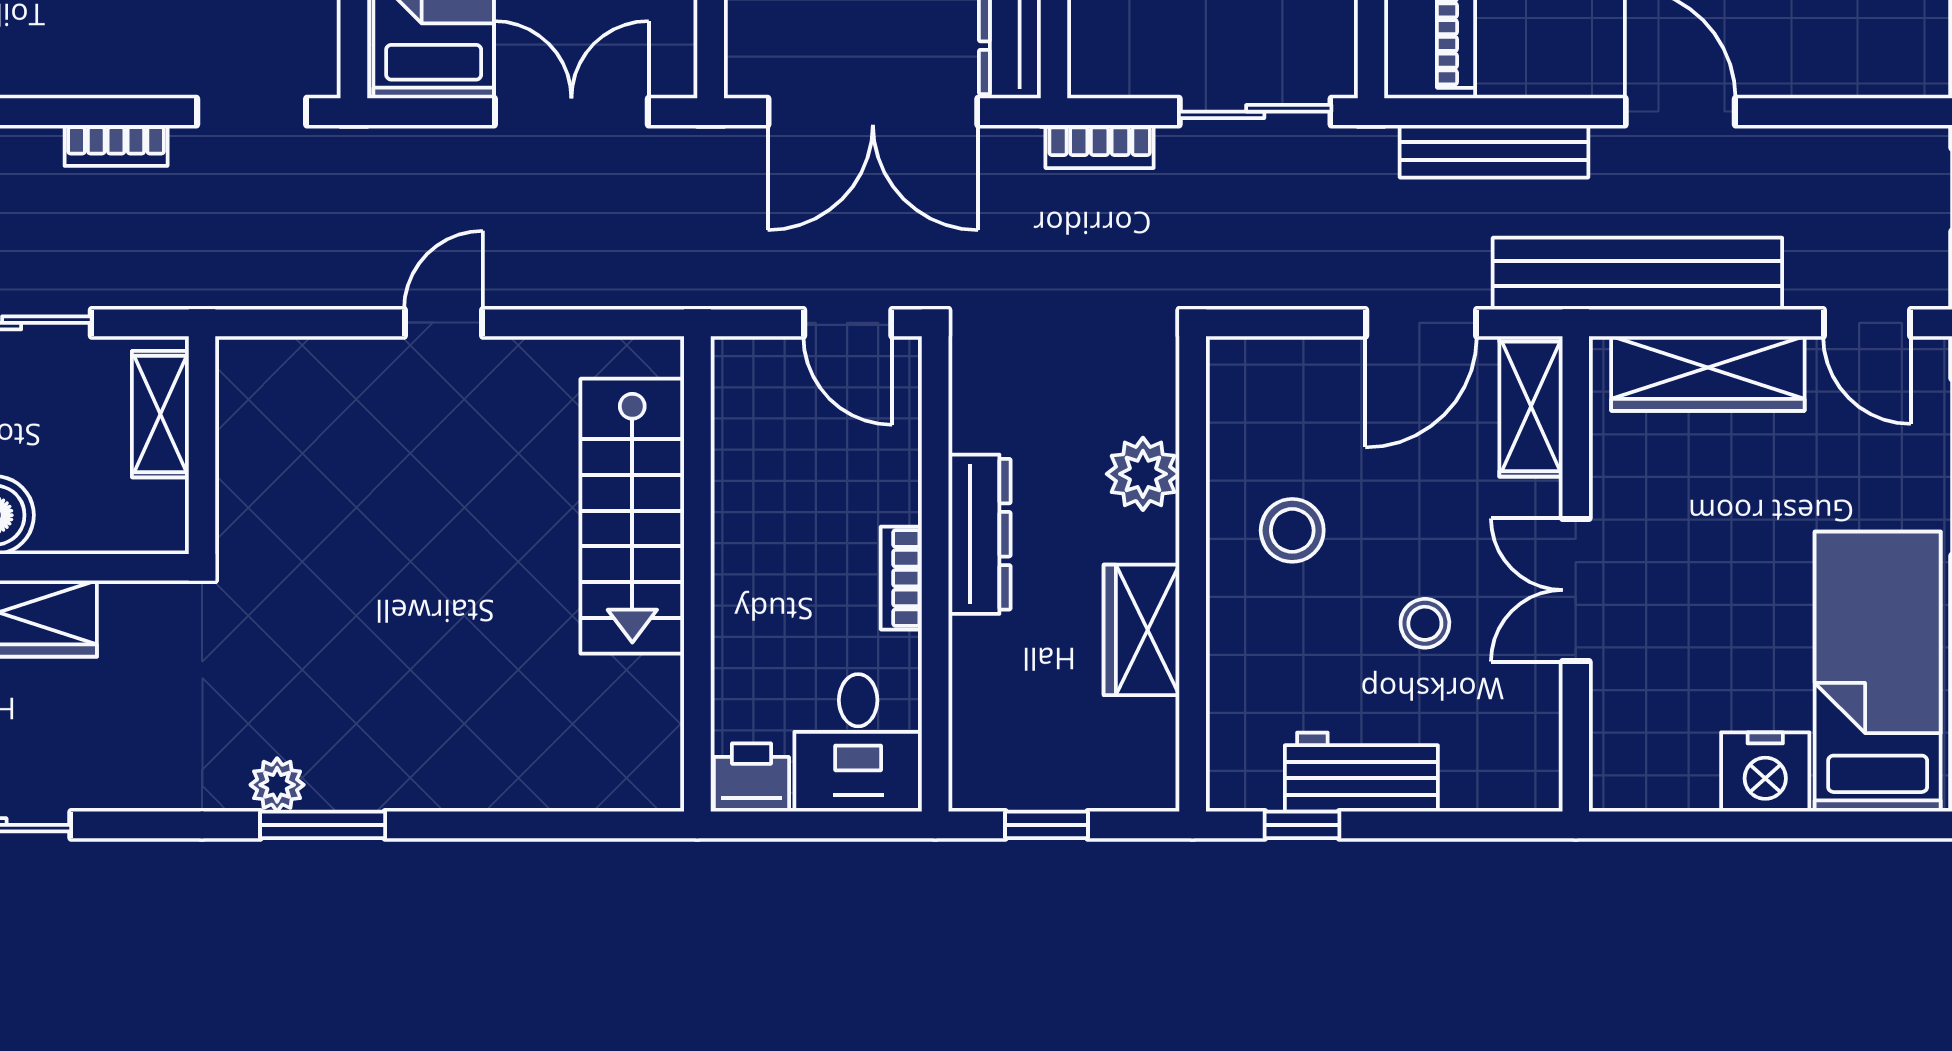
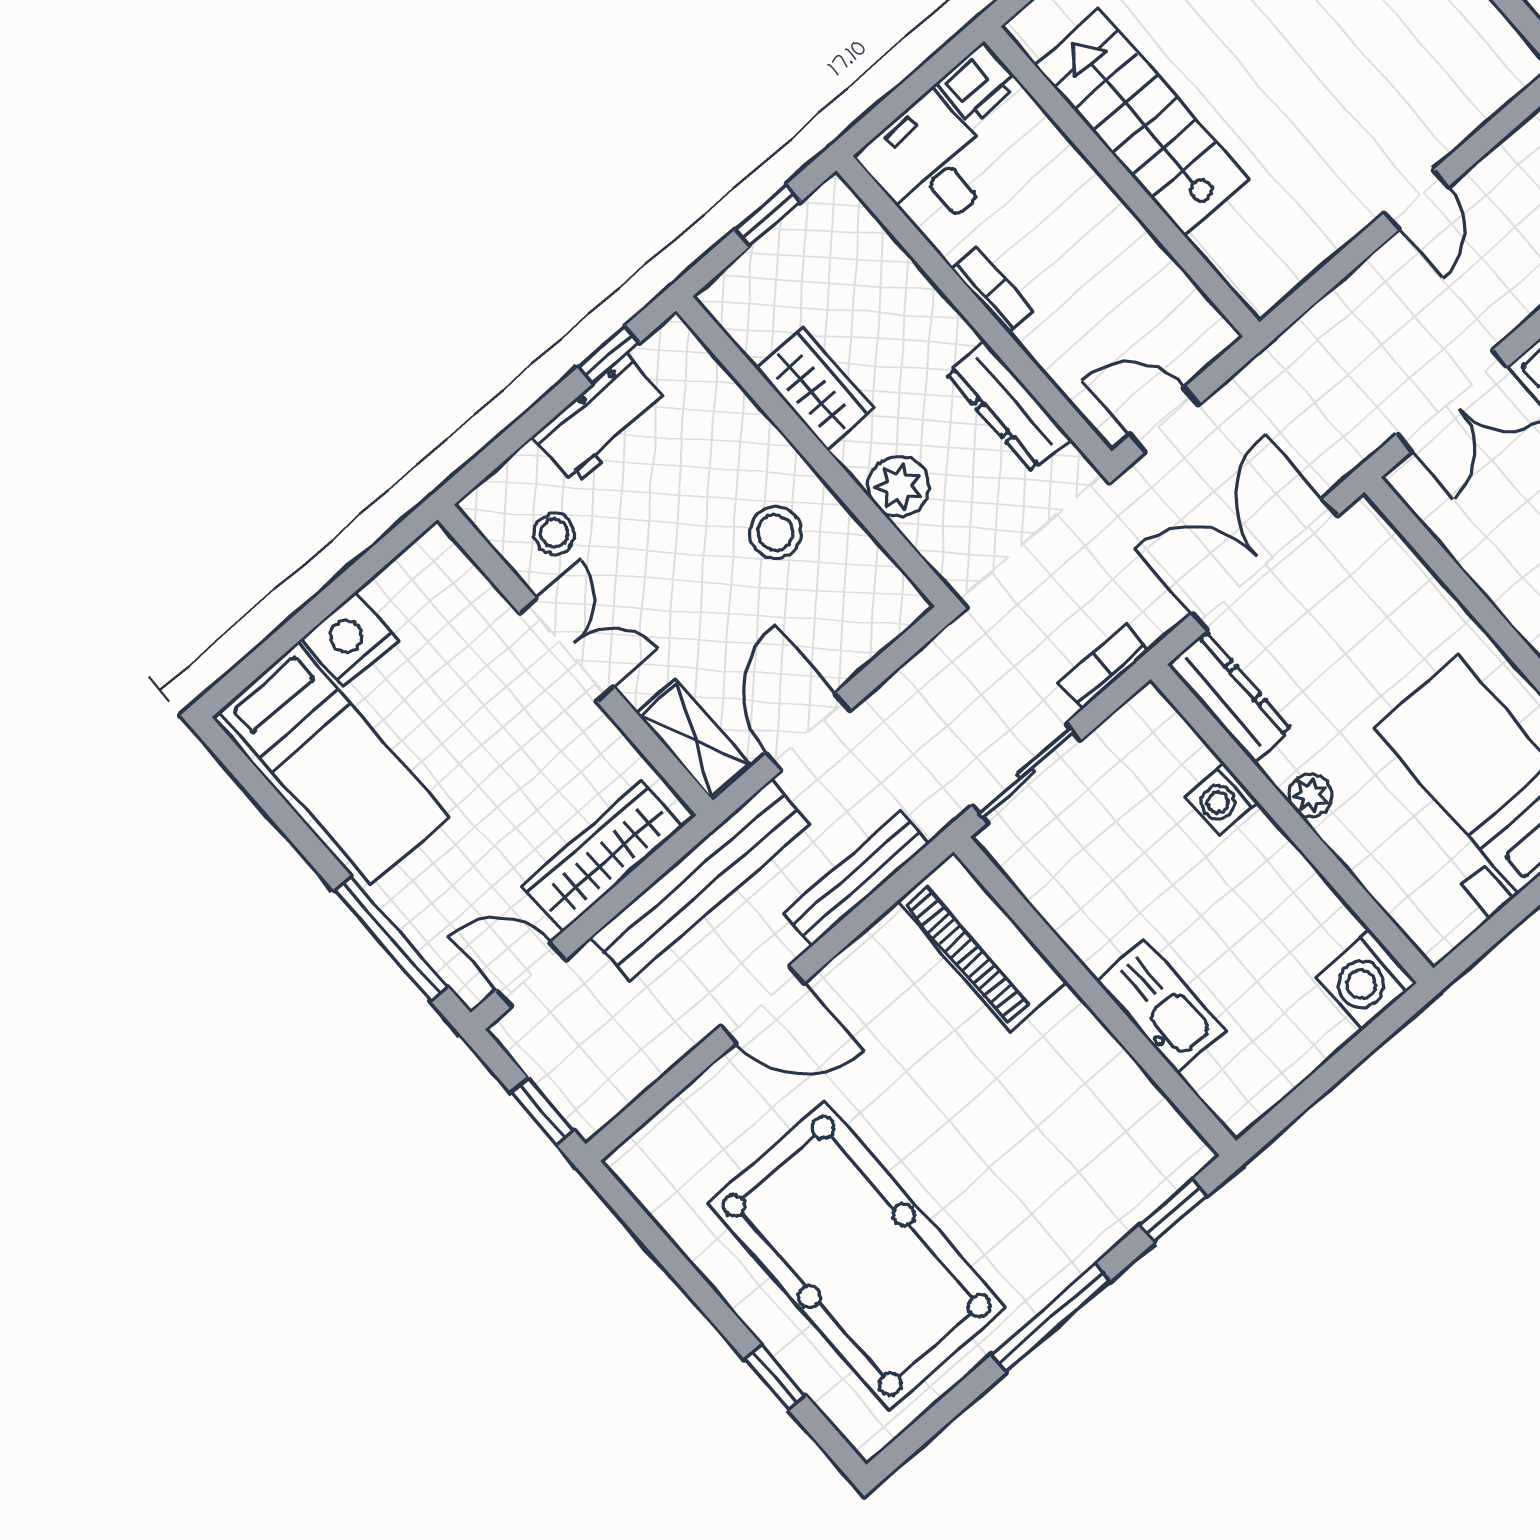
stairs: (632, 516) -> (1141, 122), moved
dresser: (980, 534) -> (1008, 406), moved
stool: (1425, 623) -> (554, 533), moved

